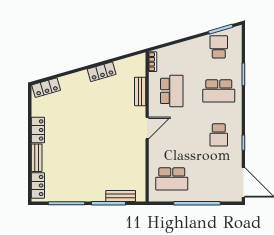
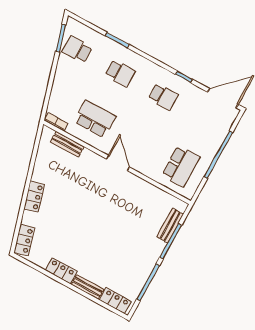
locker: (102, 72) -> (34, 197), moved
bench: (140, 91) -> (67, 144), moved
school desk: (219, 91) -> (120, 73), width x0.54

